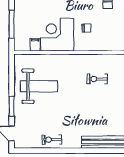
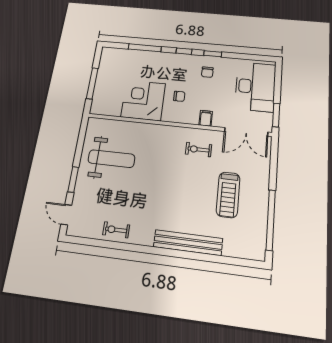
filing cabinet: (35, 45) -> (206, 118), moved
exercise bike: (97, 79) -> (199, 149), moved

